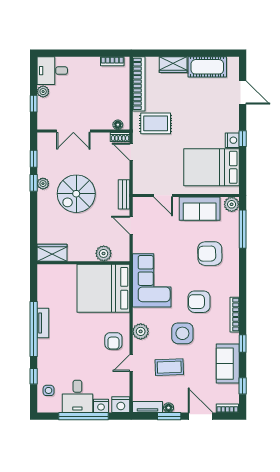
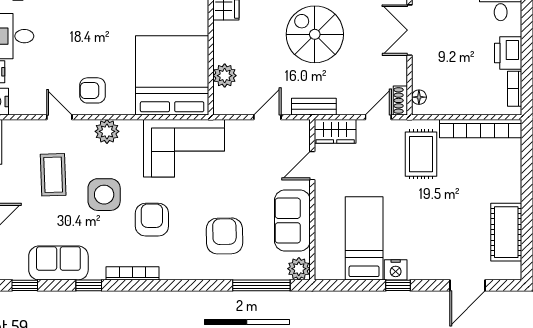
wardrobe: (173, 65) -> (335, 131), moved, turned -90
printer: (89, 66) -> (508, 53), added
bed: (211, 167) -> (364, 238), width x0.67

